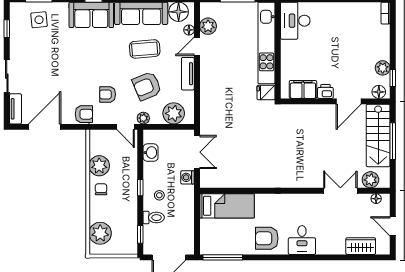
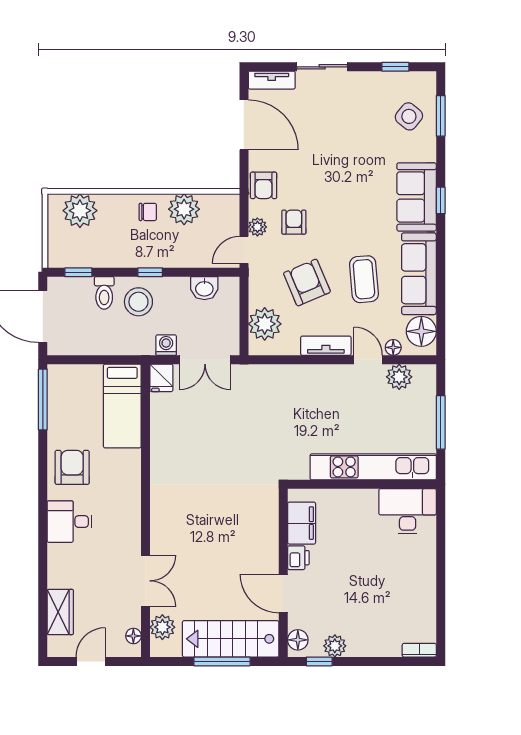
side table: (39, 20) -> (409, 116), turned 45
fridge: (266, 93) -> (161, 378), moved, turned 180
plant: (143, 118) -> (257, 227), moved
stool: (159, 195) -> (138, 302), width x1.89, depth x1.89

